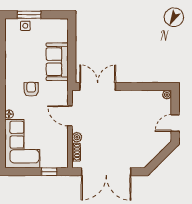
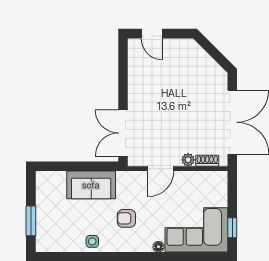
side table: (25, 26) -> (92, 241), moved
plant: (167, 95) -> (133, 44), removed
door: (175, 123) -> (152, 34), moved
window: (49, 172) -> (232, 228), moved

